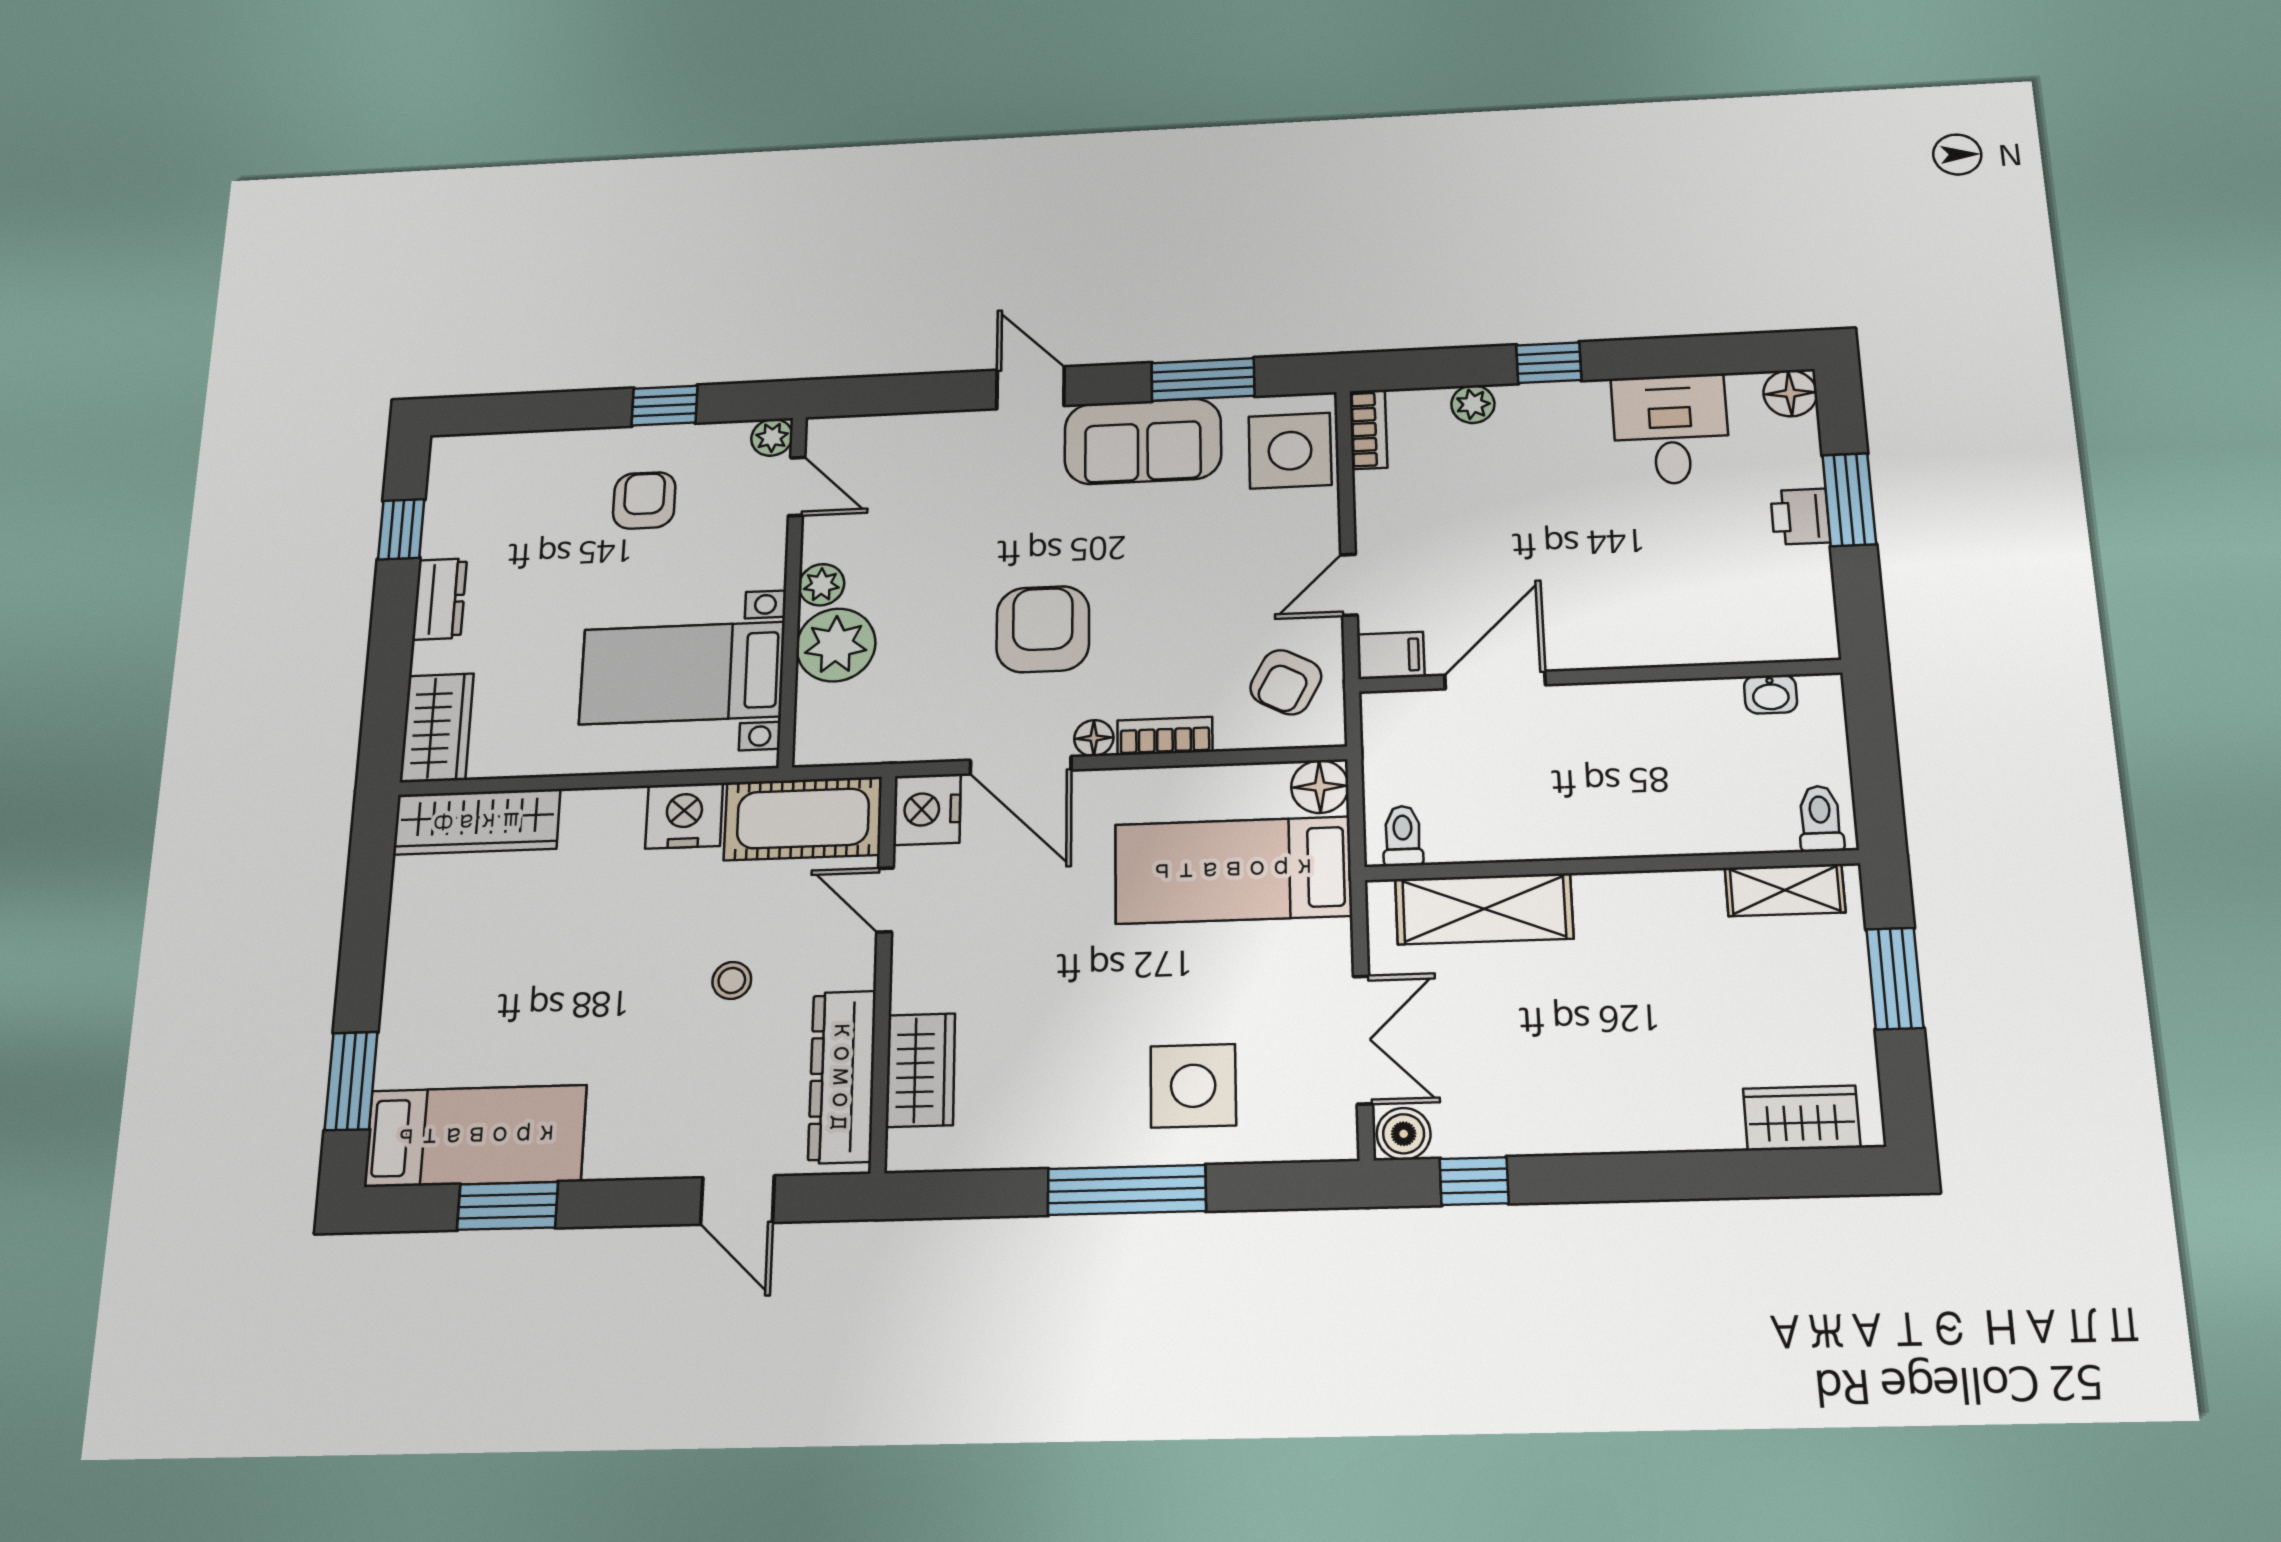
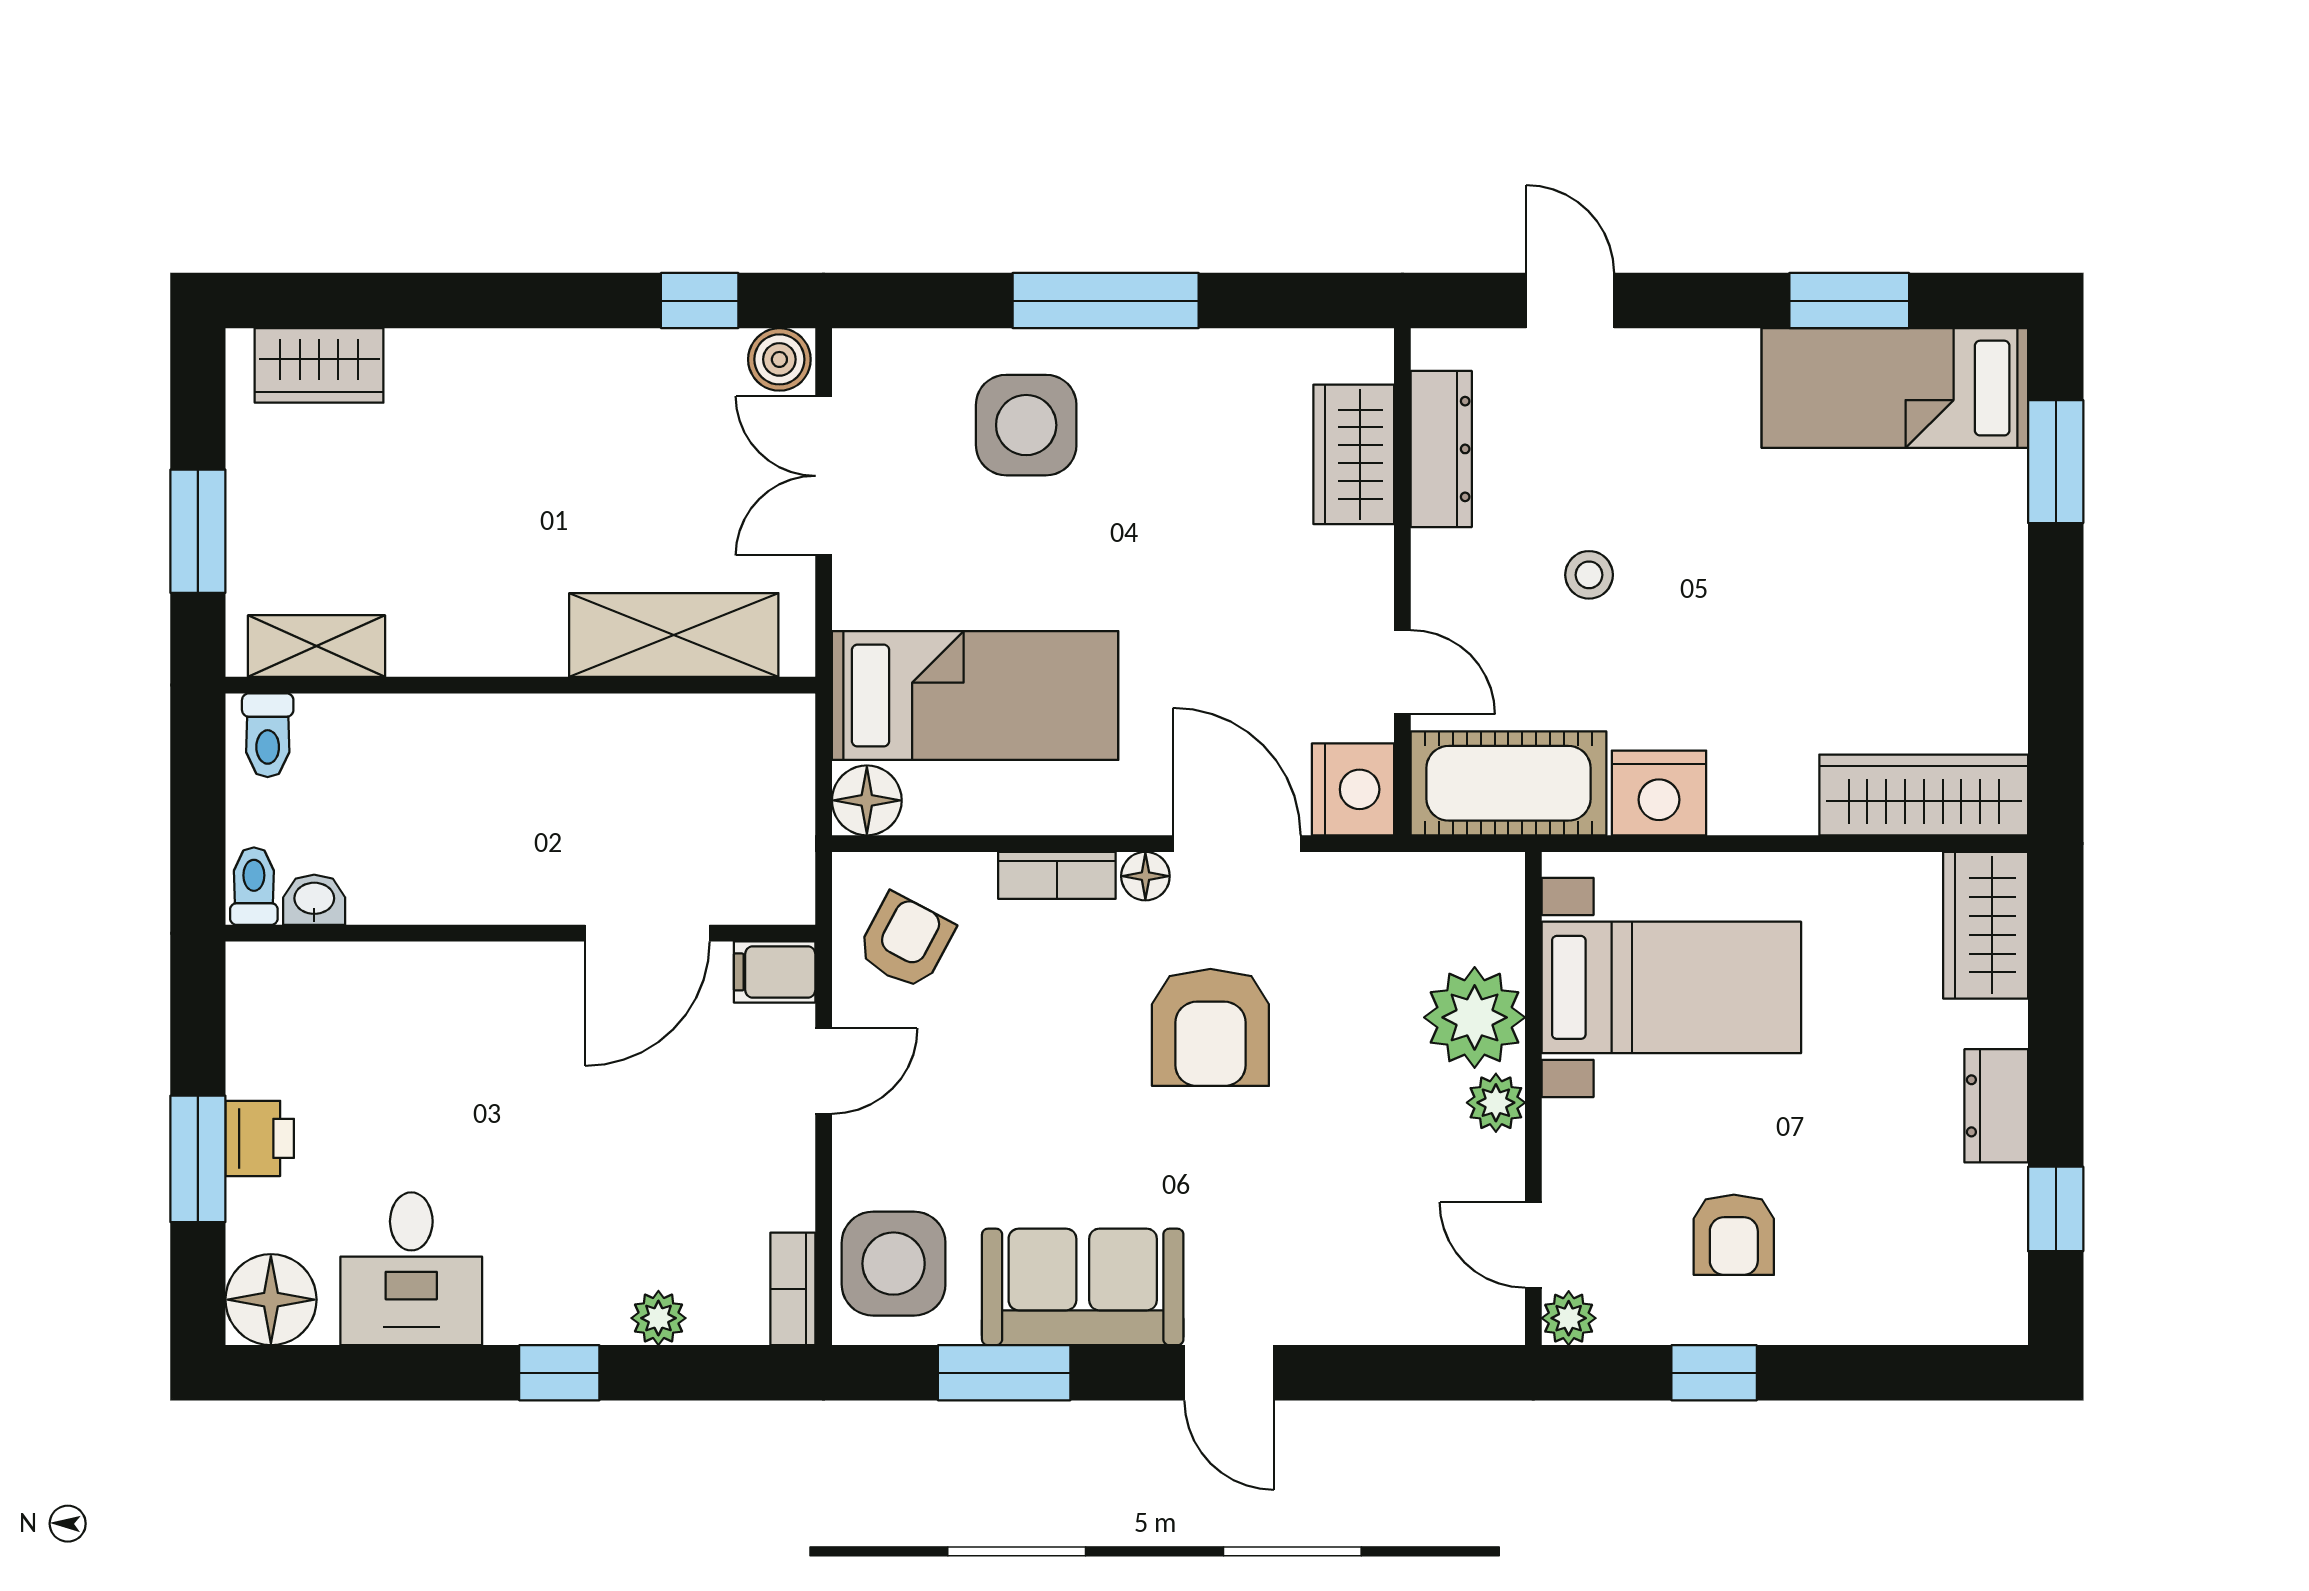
floor lamp: (1790, 393) -> (271, 1300), width x1.38, depth x1.38
toilet: (1403, 836) -> (254, 886), moved, turned 180
dresser: (842, 1077) -> (1441, 449), width x0.73, depth x0.80

